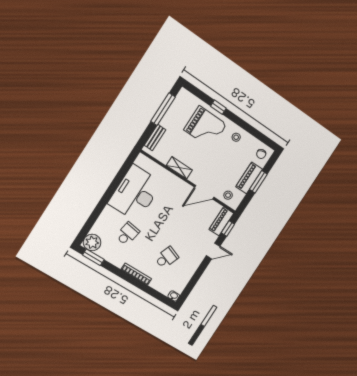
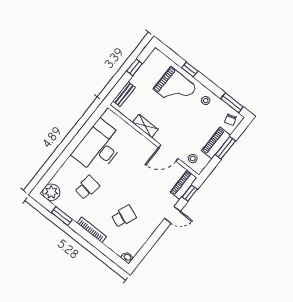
window: (163, 109) -> (134, 67), width x0.46
window: (262, 137) -> (232, 103), added
window: (93, 257) -> (62, 216), moved

